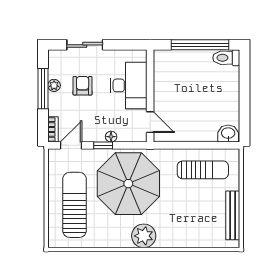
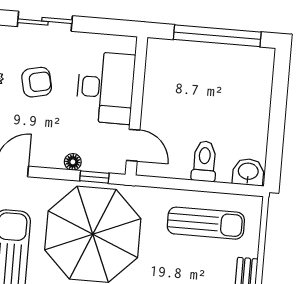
toilet: (226, 58) -> (204, 161), moved, turned 90
armchair: (83, 86) -> (37, 82), turned 78
window: (103, 145) -> (94, 177), moved

